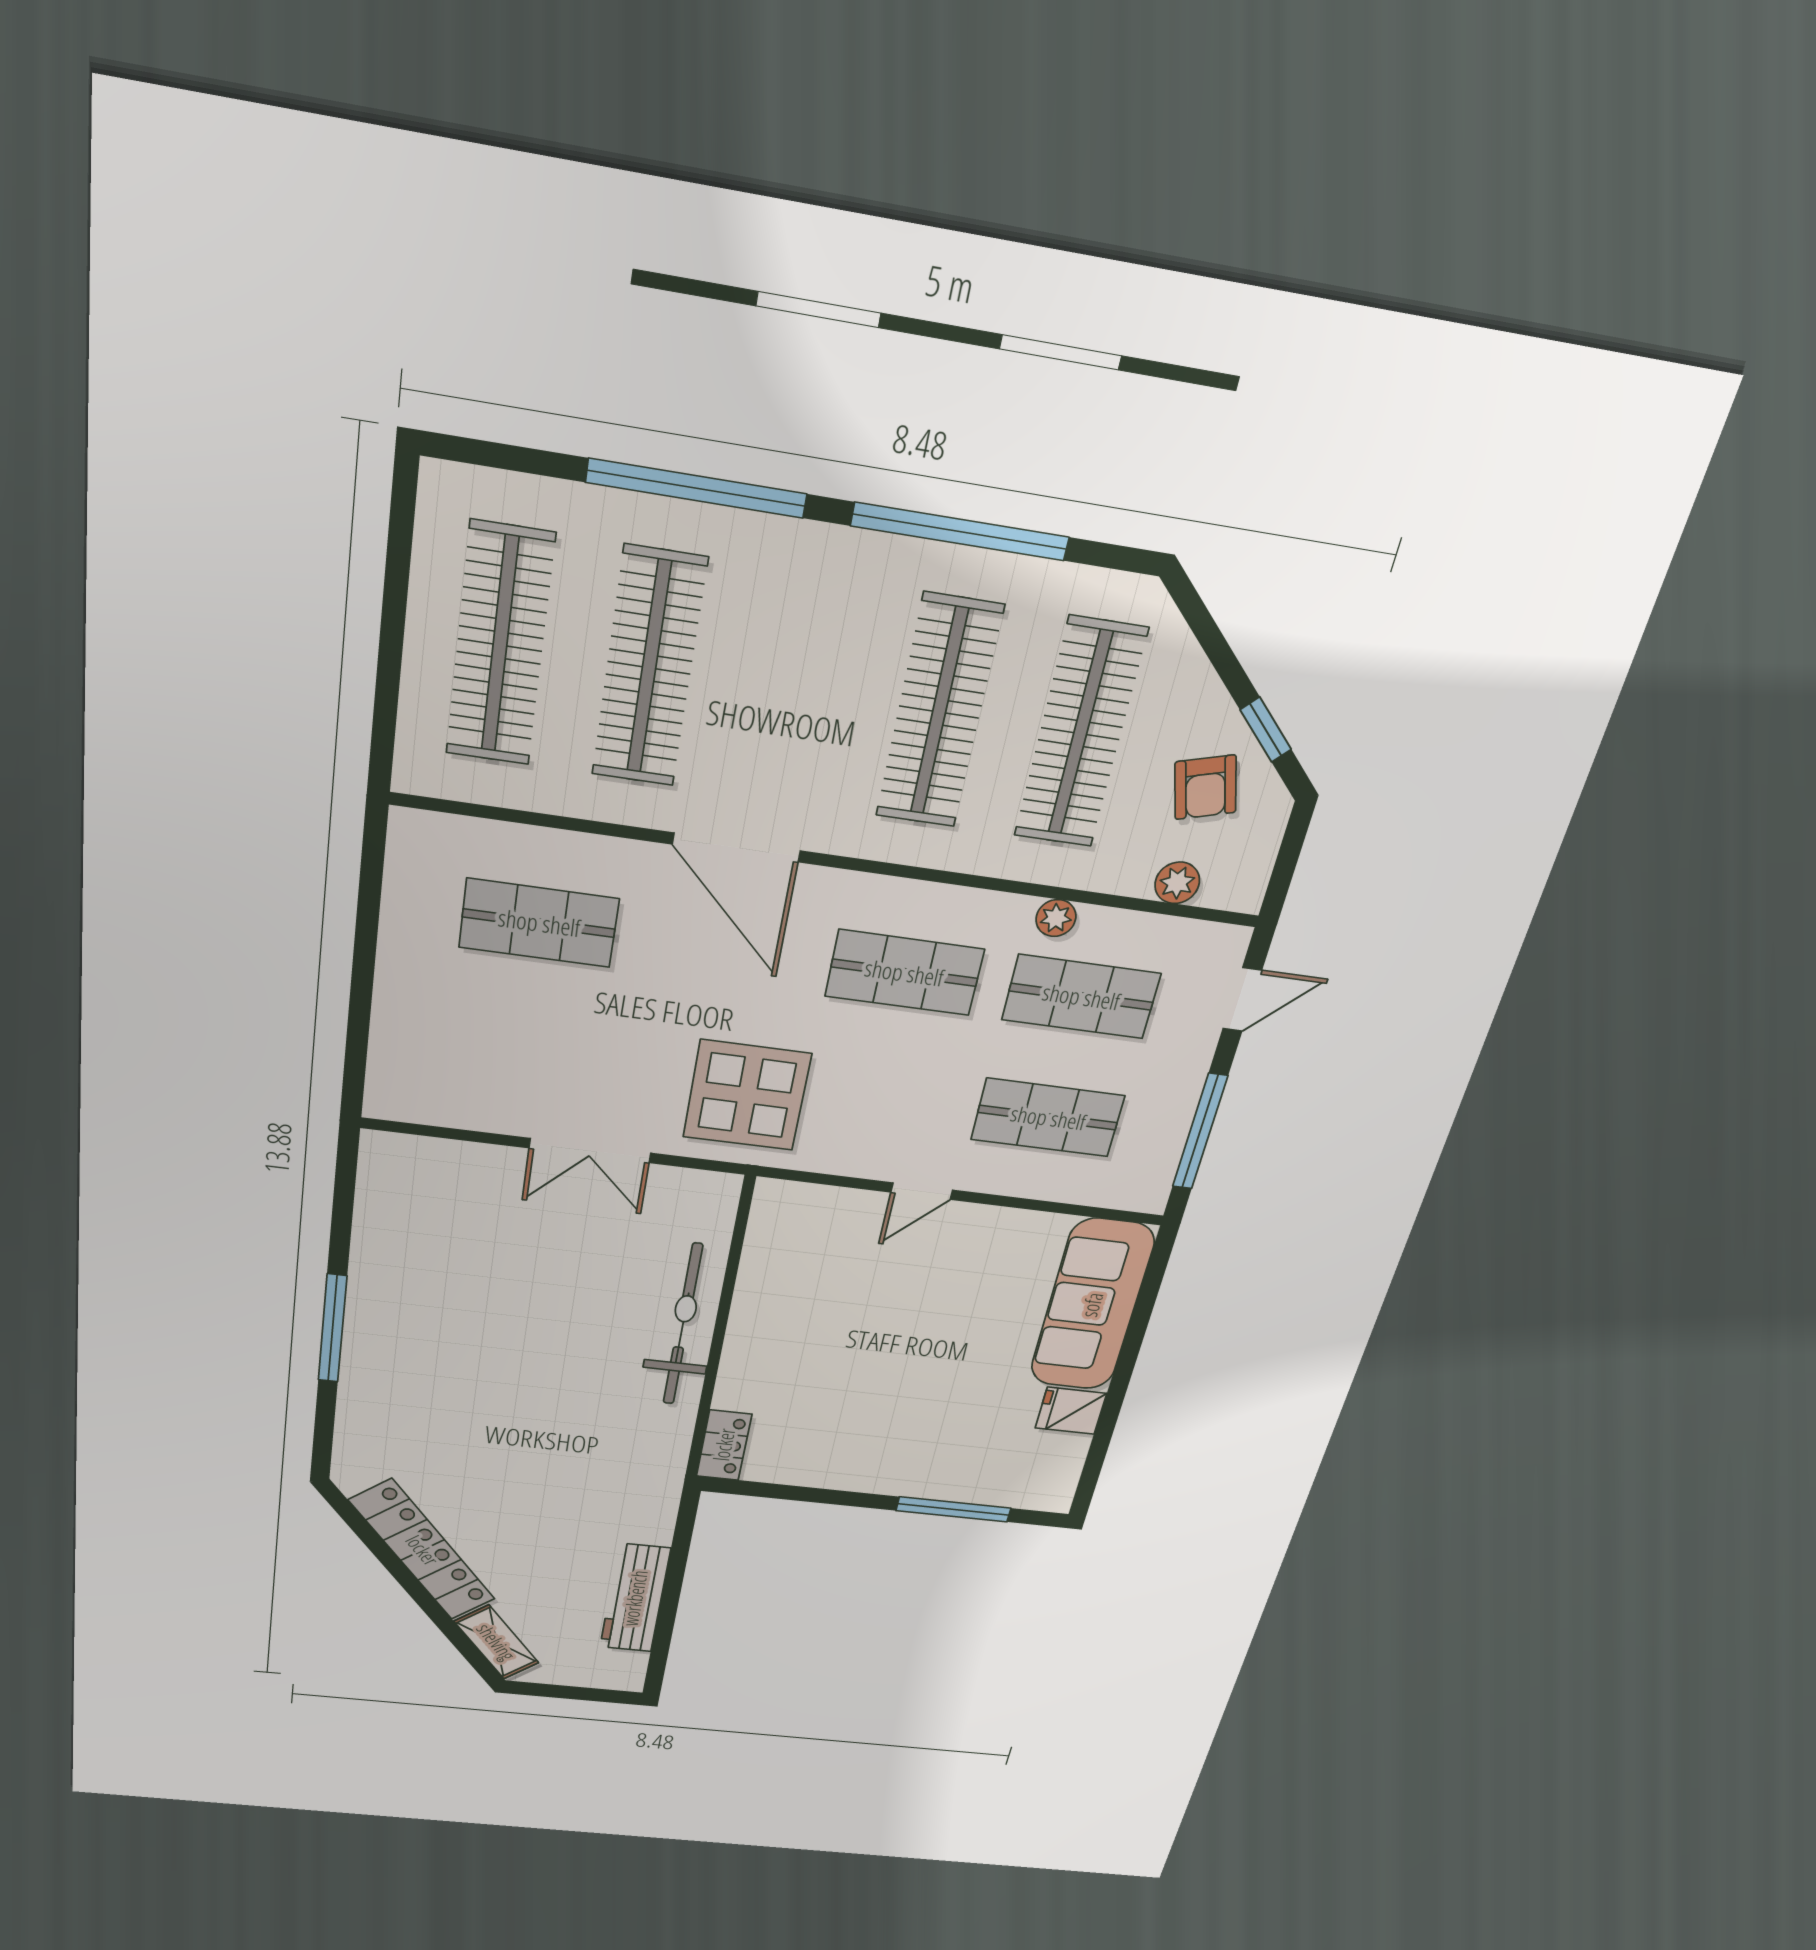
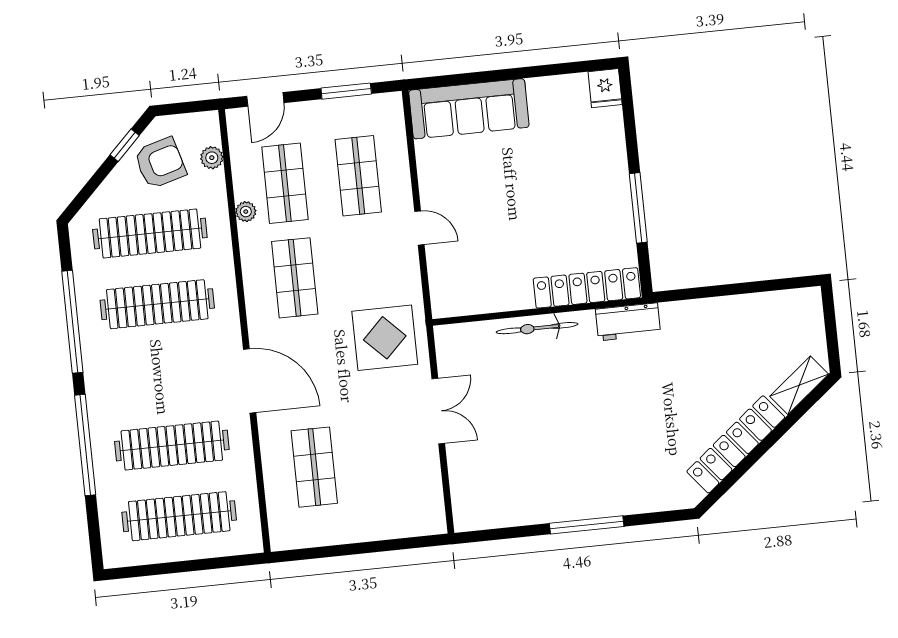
armchair: (1205, 787) -> (160, 163), width x1.38, depth x1.38
door: (736, 847) -> (250, 381), hinge flipped
door: (1242, 999) -> (265, 99), swing flipped
window: (1200, 1132) -> (346, 91), width x0.69
bicycle: (683, 1325) -> (537, 328), width x0.73, depth x0.71
fridge: (1071, 1411) -> (605, 88), moved
locker: (724, 1445) -> (587, 288), width x2.16, depth x1.21
window: (953, 1509) -> (638, 208), moved
workbench: (635, 1598) -> (628, 322), moved, width x0.73

